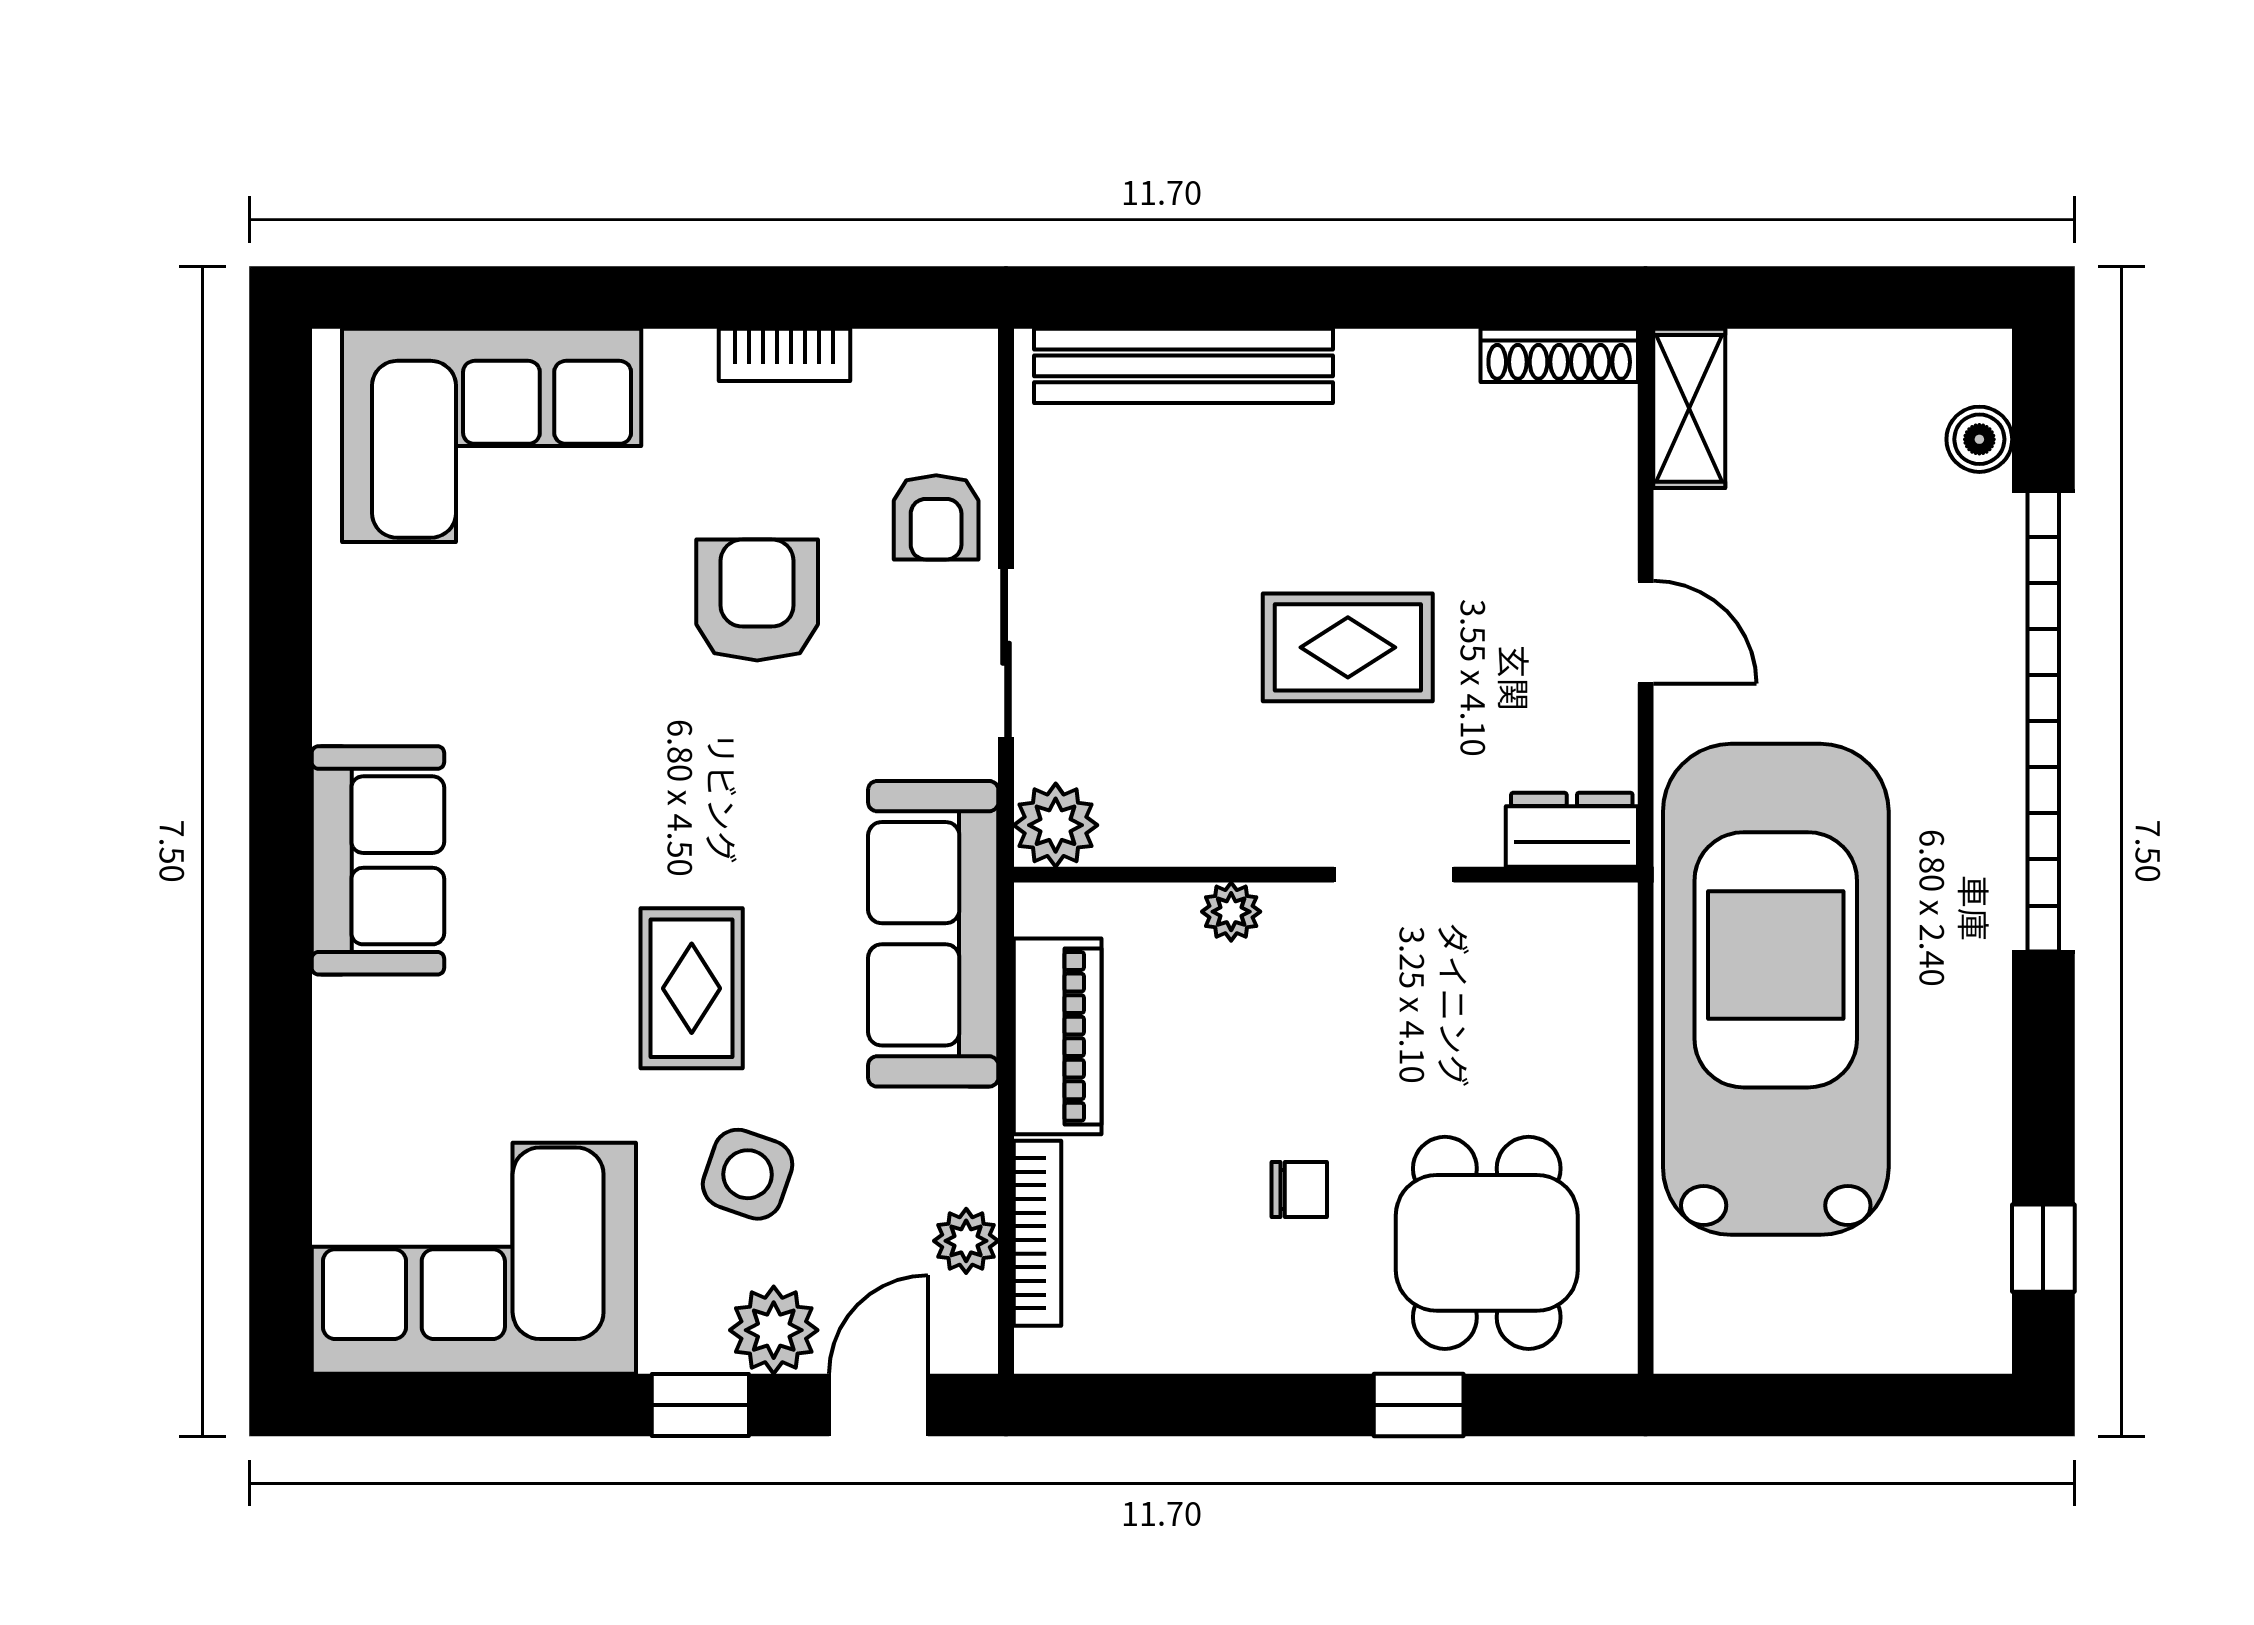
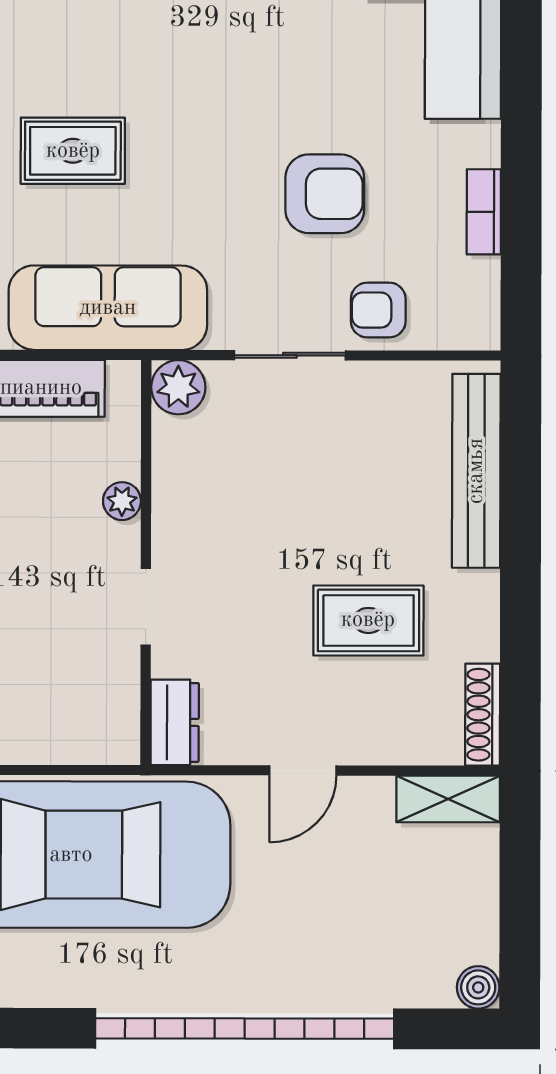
boiler: (1979, 439) -> (478, 987), moved
rug: (1348, 647) -> (368, 620), moved, turned 90

